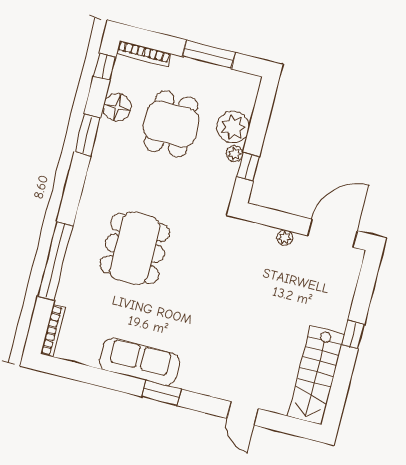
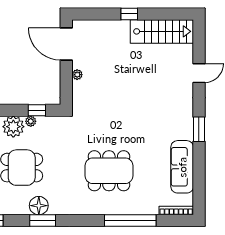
floor lamp: (117, 107) -> (39, 206), moved
sofa: (139, 362) -> (182, 167), moved

